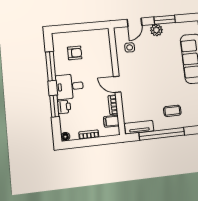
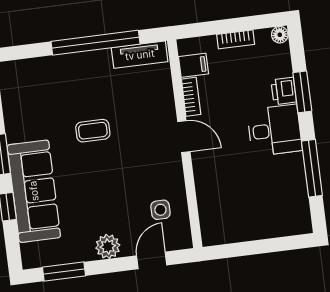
window: (165, 20) -> (64, 271), moved
armchair: (75, 53) -> (267, 196), removed
coffee table: (172, 111) -> (93, 131), moved

